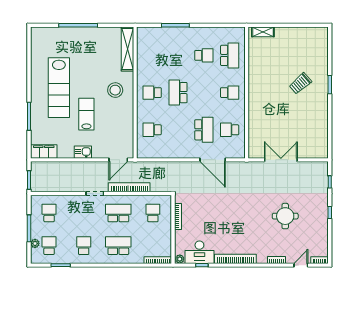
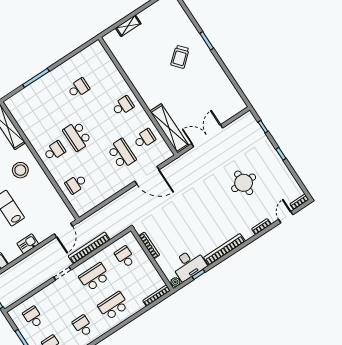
shelving: (263, 32) -> (128, 26), moved
school desk: (230, 55) -> (101, 73), removed
school desk: (152, 93) -> (54, 151), turned 180
school desk: (230, 130) -> (144, 139), turned 180
shelving: (255, 134) -> (169, 128), added

